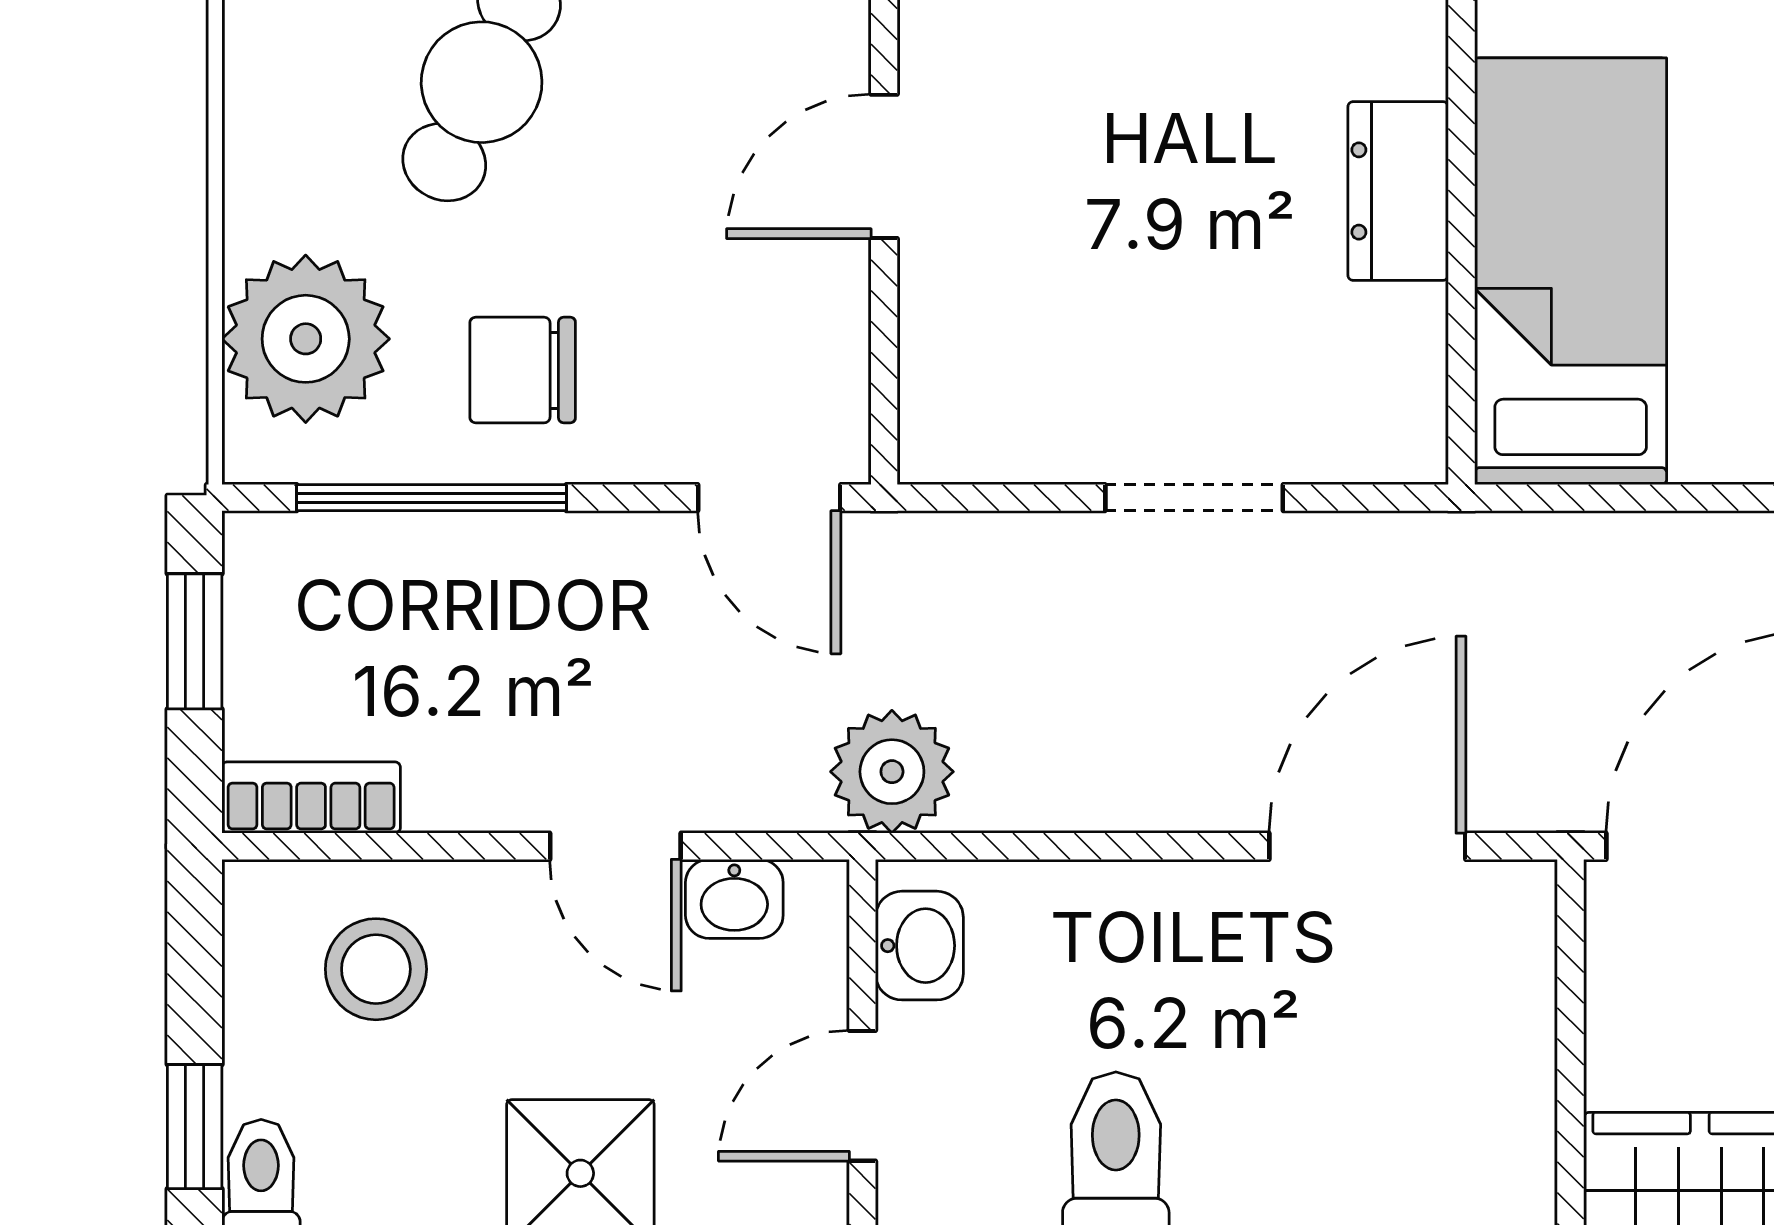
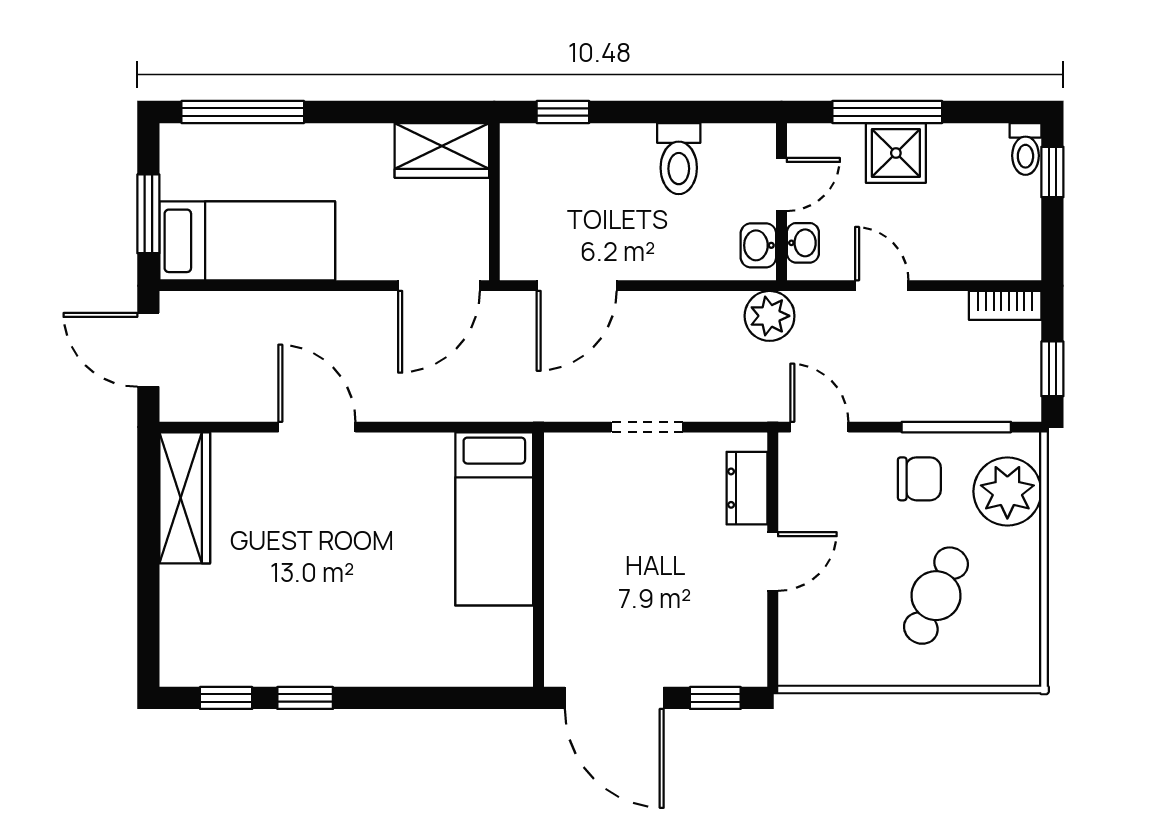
dresser: (1398, 191) -> (747, 488), moved, turned 180
washbasin: (734, 899) -> (803, 243), moved, turned 90
stool: (376, 969) -> (979, 236), removed

